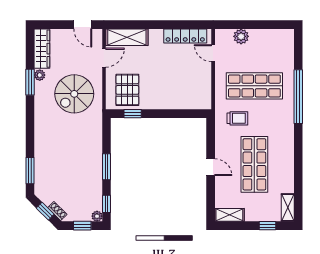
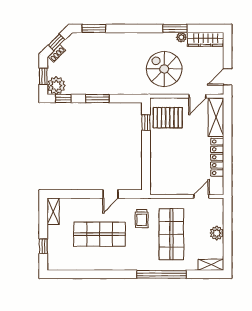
locker: (185, 36) -> (217, 157), moved
plant: (241, 36) -> (217, 233), moved
door: (104, 58) -> (197, 96), hinge flipped
door: (211, 167) -> (111, 194), moved
shelving: (288, 208) -> (211, 265), moved
plant: (97, 216) -> (56, 86), width x1.88, depth x1.88

